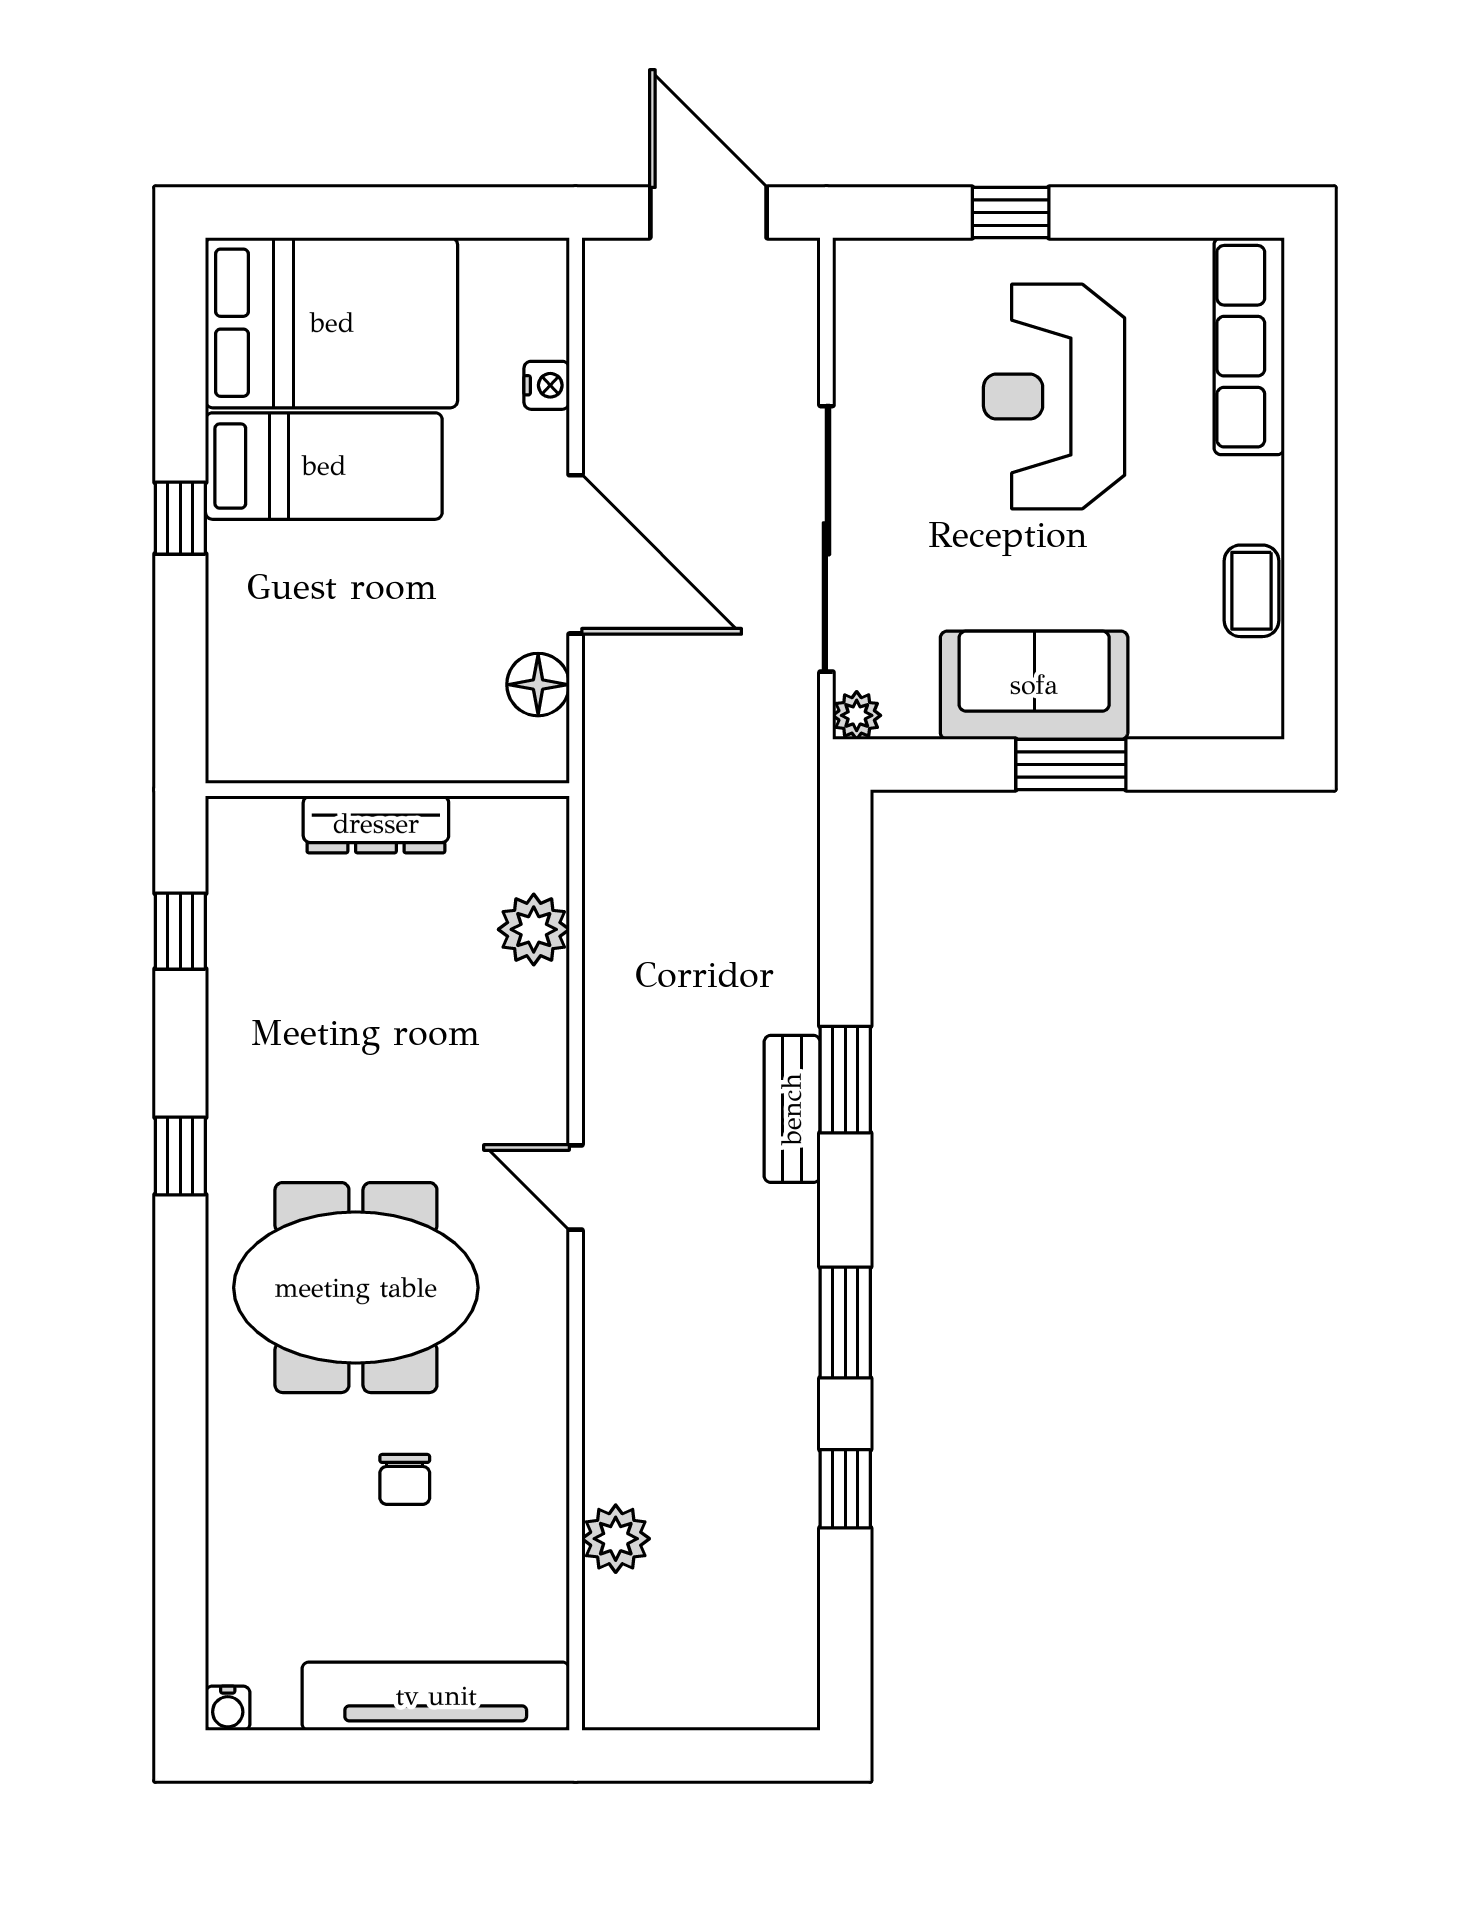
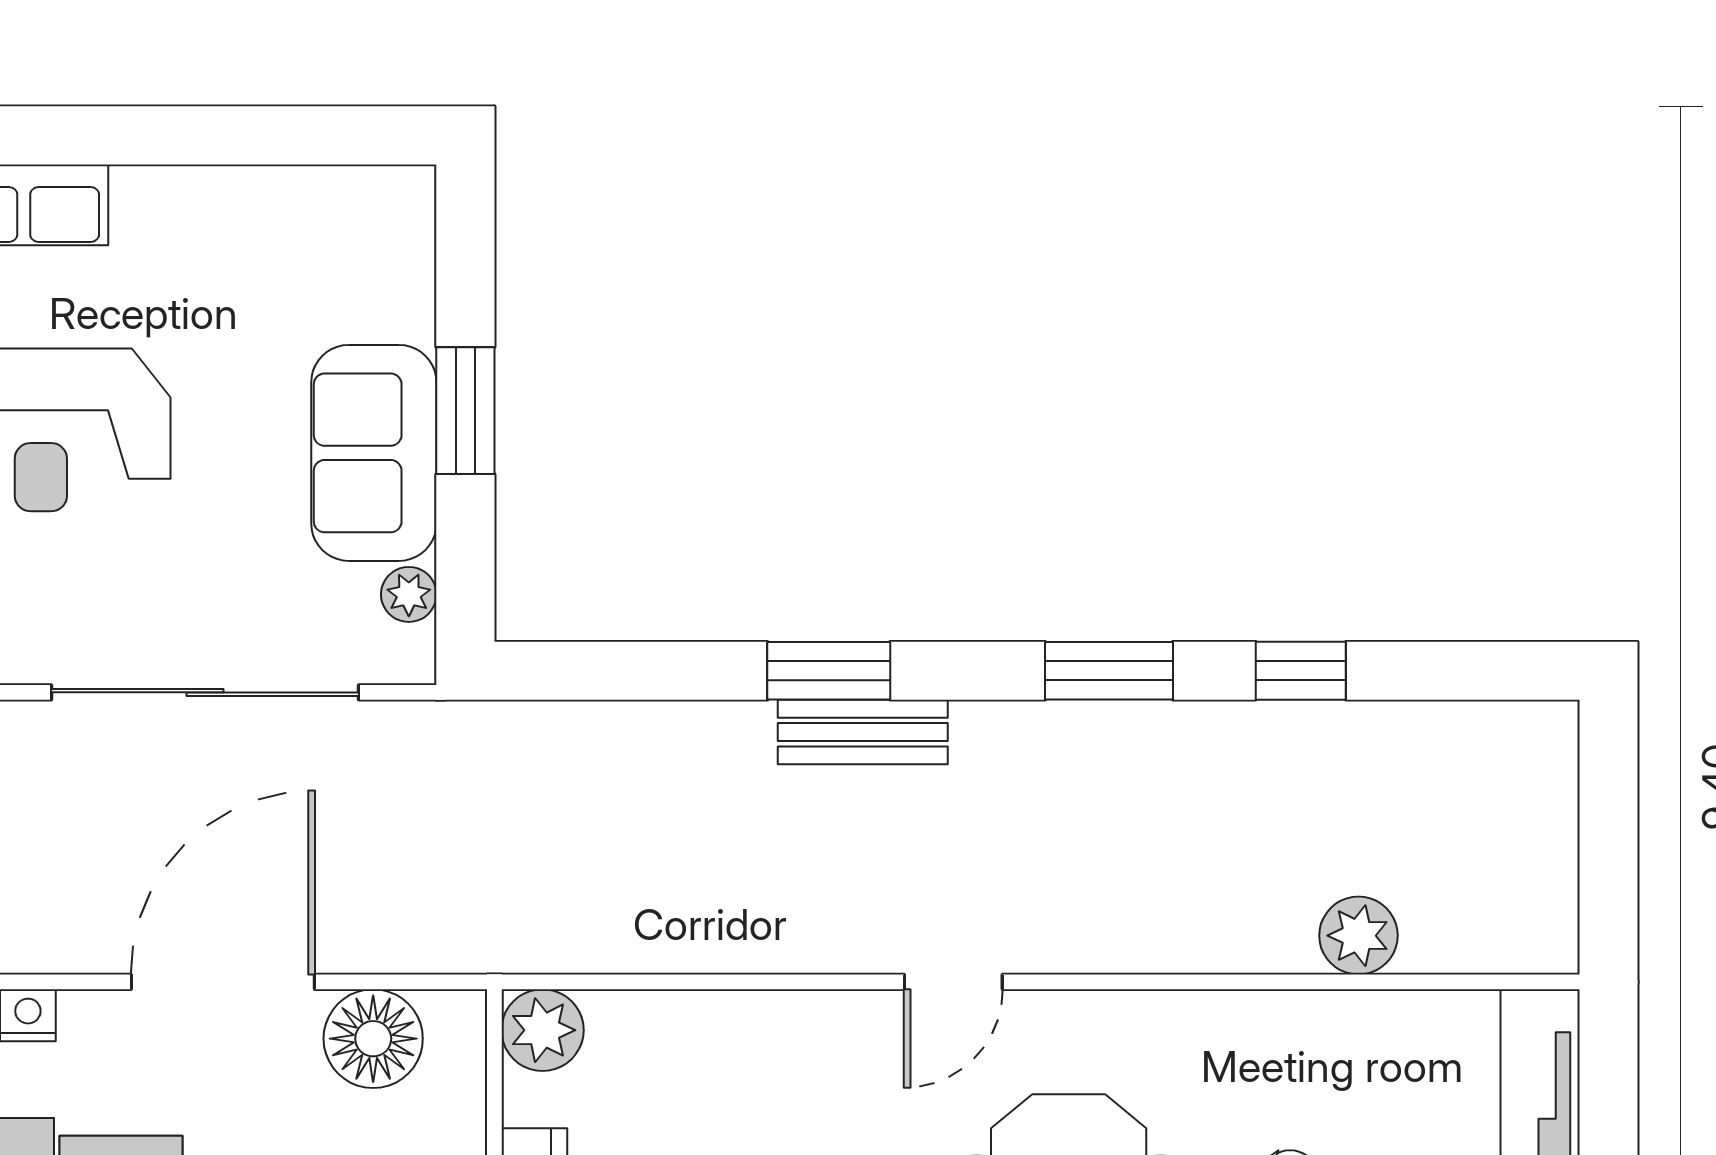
coffee table: (1251, 591) -> (265, 202), removed
floor lamp: (538, 685) -> (373, 1039), width x1.38, depth x1.38
plant: (857, 715) -> (409, 594), moved
plant: (534, 929) -> (543, 1030), moved

